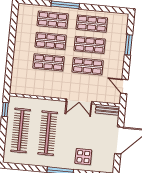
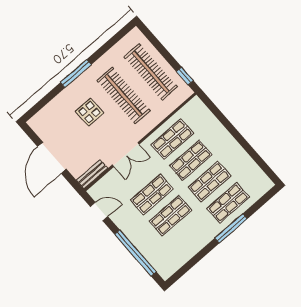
shop shelf: (92, 24) -> (172, 139), moved
window: (128, 45) -> (135, 253), width x2.11
double door: (79, 101) -> (126, 155), swing flipped
display table: (83, 157) -> (89, 112), moved

